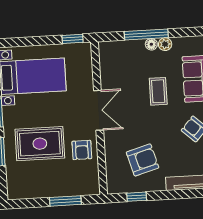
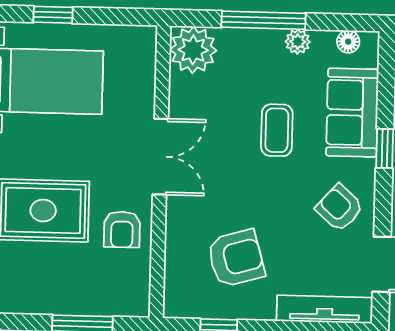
window: (73, 39) -> (53, 15), moved
floor lamp: (151, 44) -> (348, 42), moved
plant: (111, 53) -> (193, 50), added

